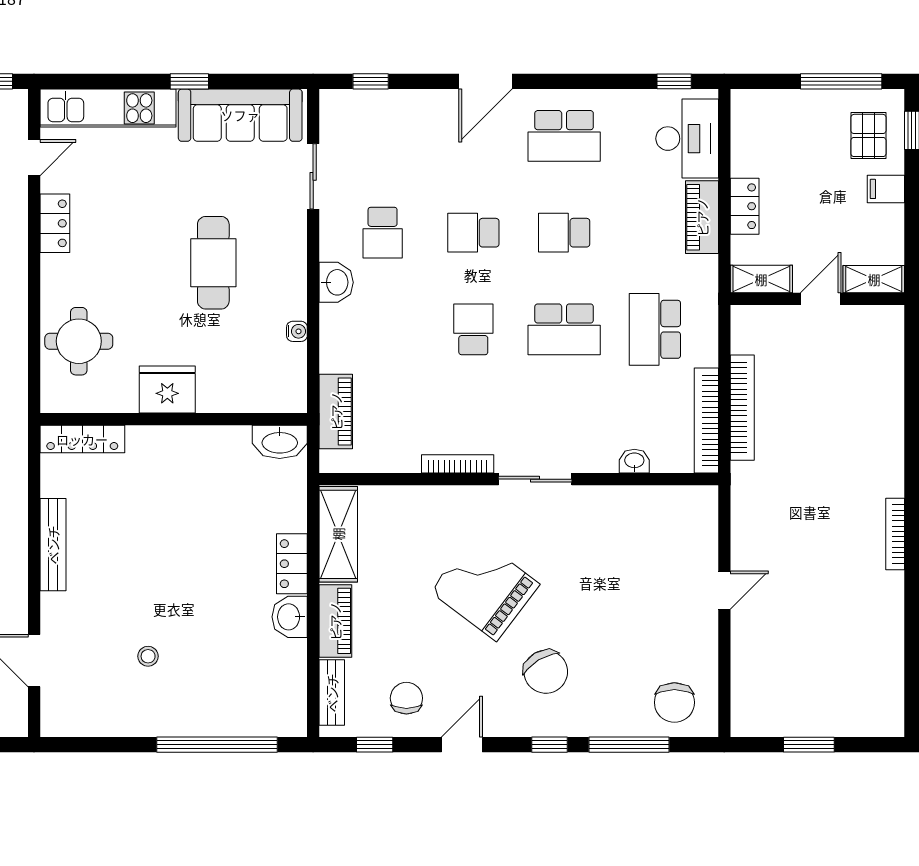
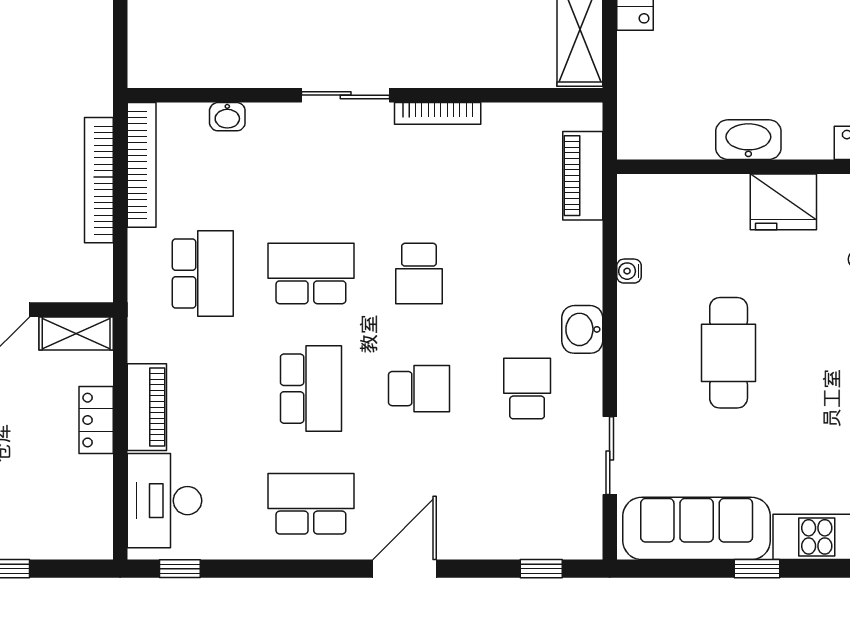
school desk: (564, 233) -> (311, 389), width x1.85
washbasin: (280, 442) -> (748, 140), moved

